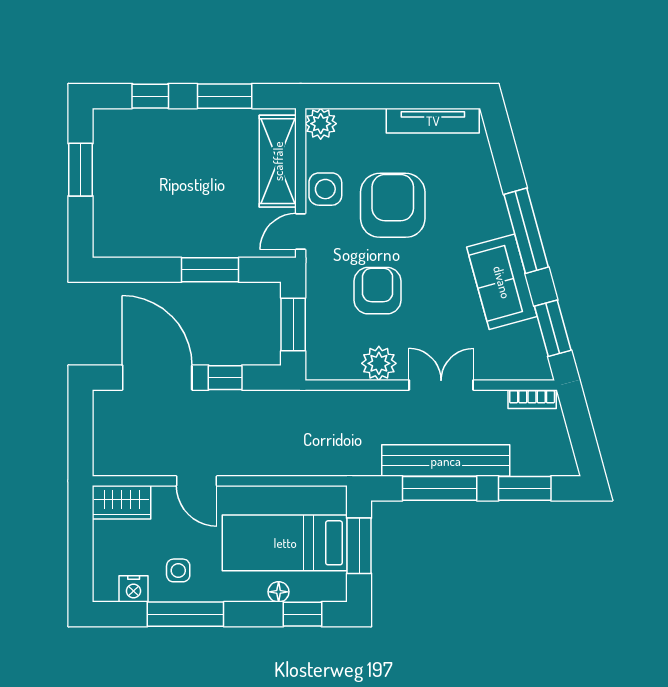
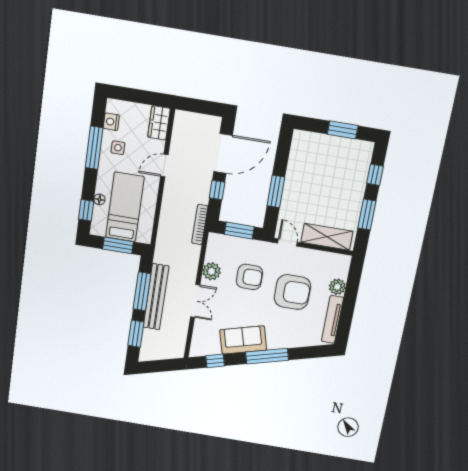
plant: (321, 124) -> (337, 287), moved
side table: (325, 189) -> (307, 259), removed
window: (553, 328) -> (215, 361), width x0.67
bookcase: (532, 399) -> (200, 225), moved, width x1.56

